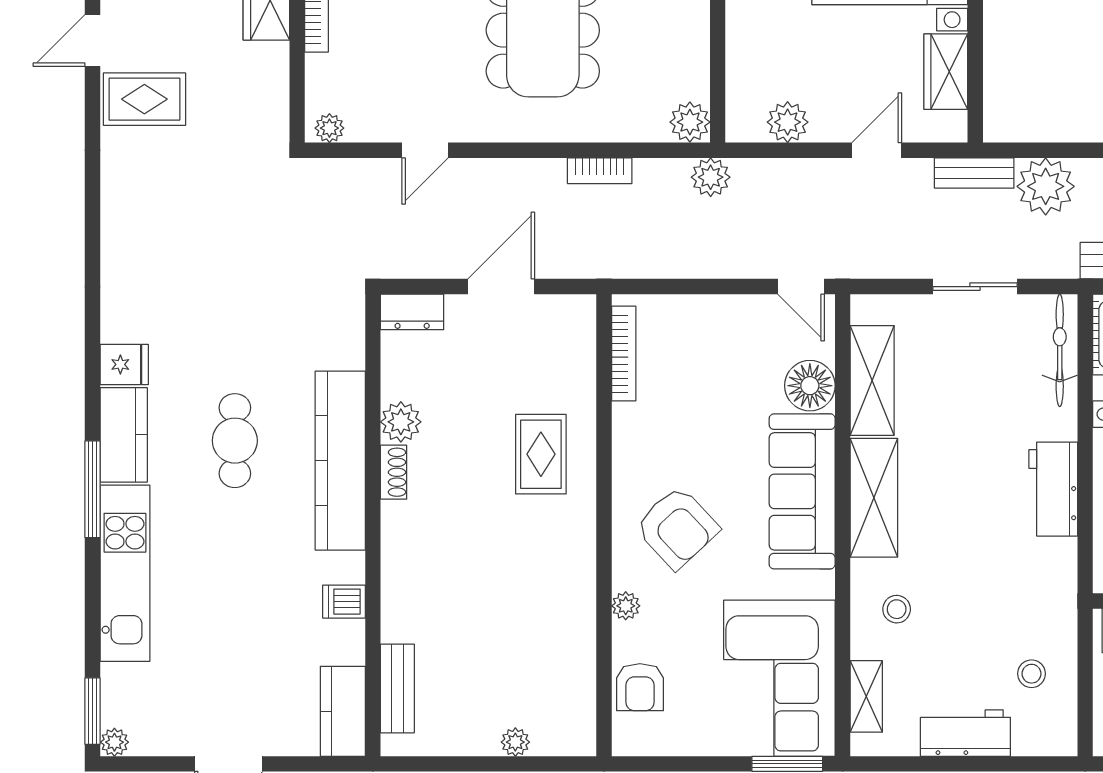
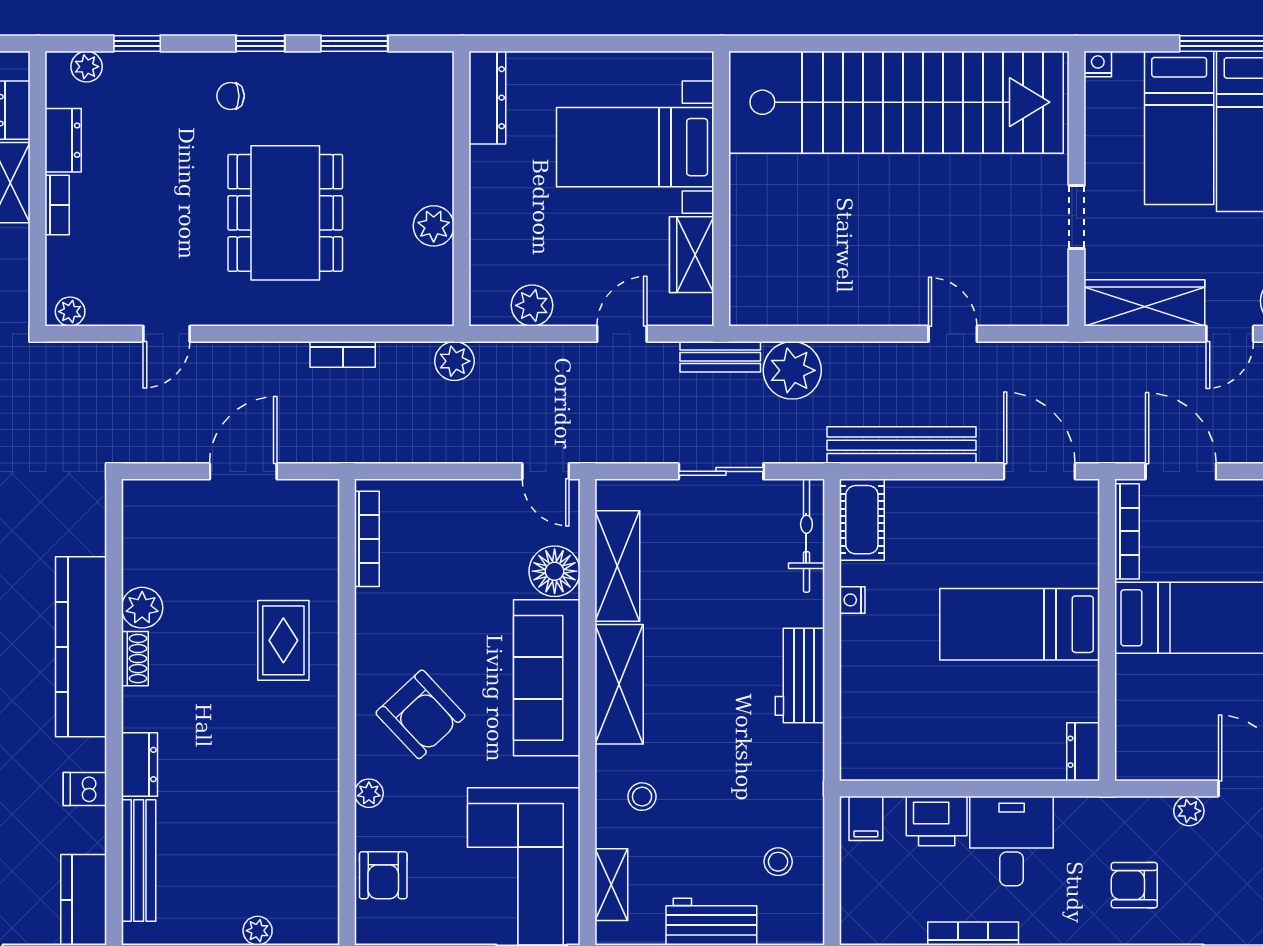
plant: (690, 122) -> (434, 226), moved
dresser: (412, 312) -> (139, 765), moved, turned -90
bench: (397, 689) -> (139, 860), width x1.36

